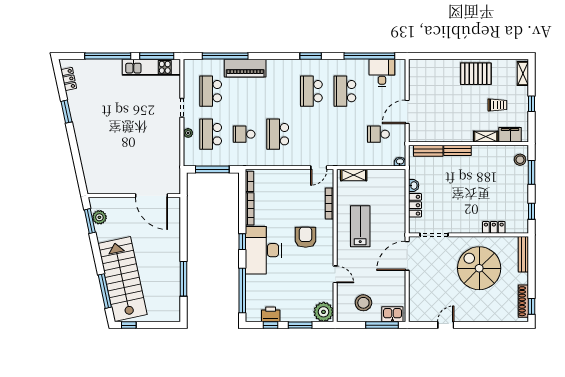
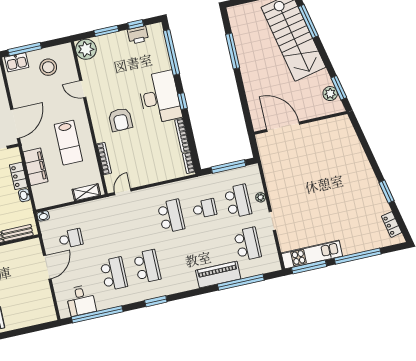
filing cabinet: (397, 210) -> (36, 167), added

